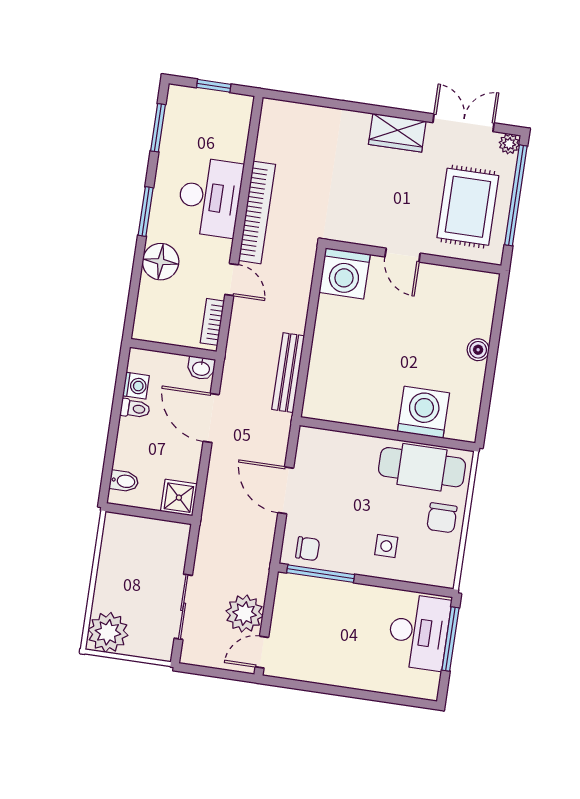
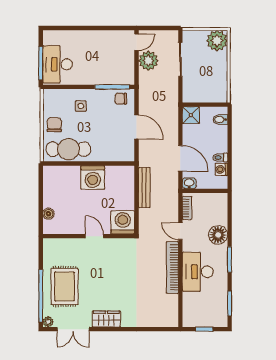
door: (403, 255) -> (94, 236), moved
wall: (414, 257) -> (89, 236), moved
washing machine: (345, 273) -> (123, 222), moved
washing machine: (424, 412) -> (93, 178), moved

